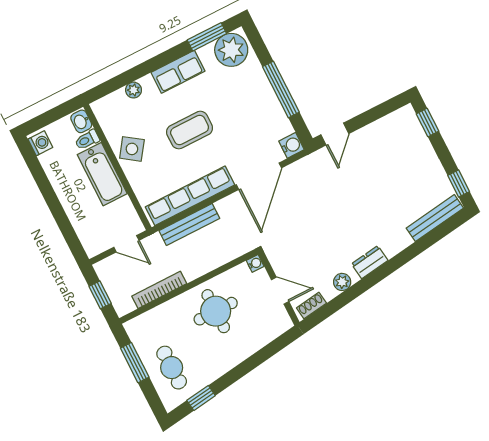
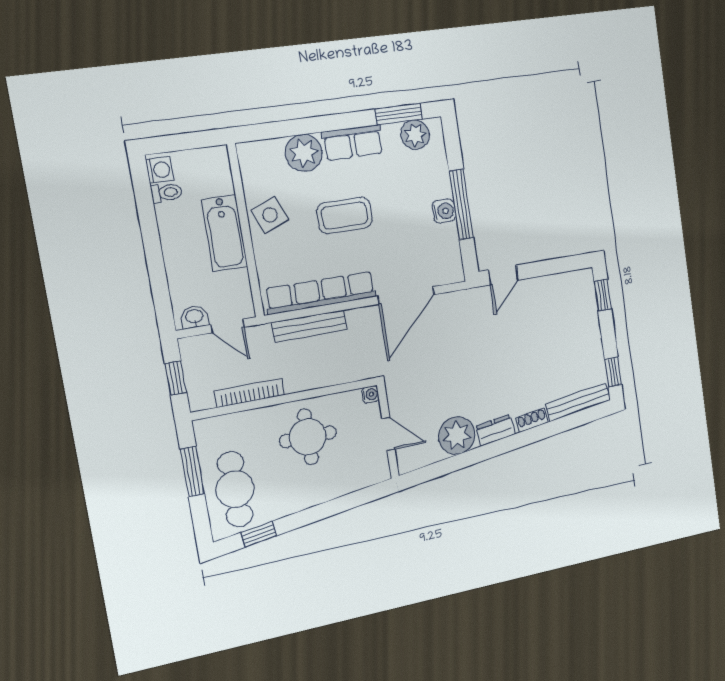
plant: (231, 50) -> (415, 135), width x0.73, depth x0.73
plant: (134, 90) -> (304, 153), width x1.88, depth x1.88
washbasin: (81, 121) -> (194, 317), moved, turned 90
toilet: (87, 140) -> (166, 193), moved, turned 180
water cooler: (292, 145) -> (444, 211), moved
side table: (132, 149) -> (270, 215), turned 32
plant: (342, 282) -> (457, 436), width x1.88, depth x1.88
shoe rack: (311, 306) -> (532, 420), moved
cafe table: (172, 368) -> (235, 489), width x1.37, depth x1.35

